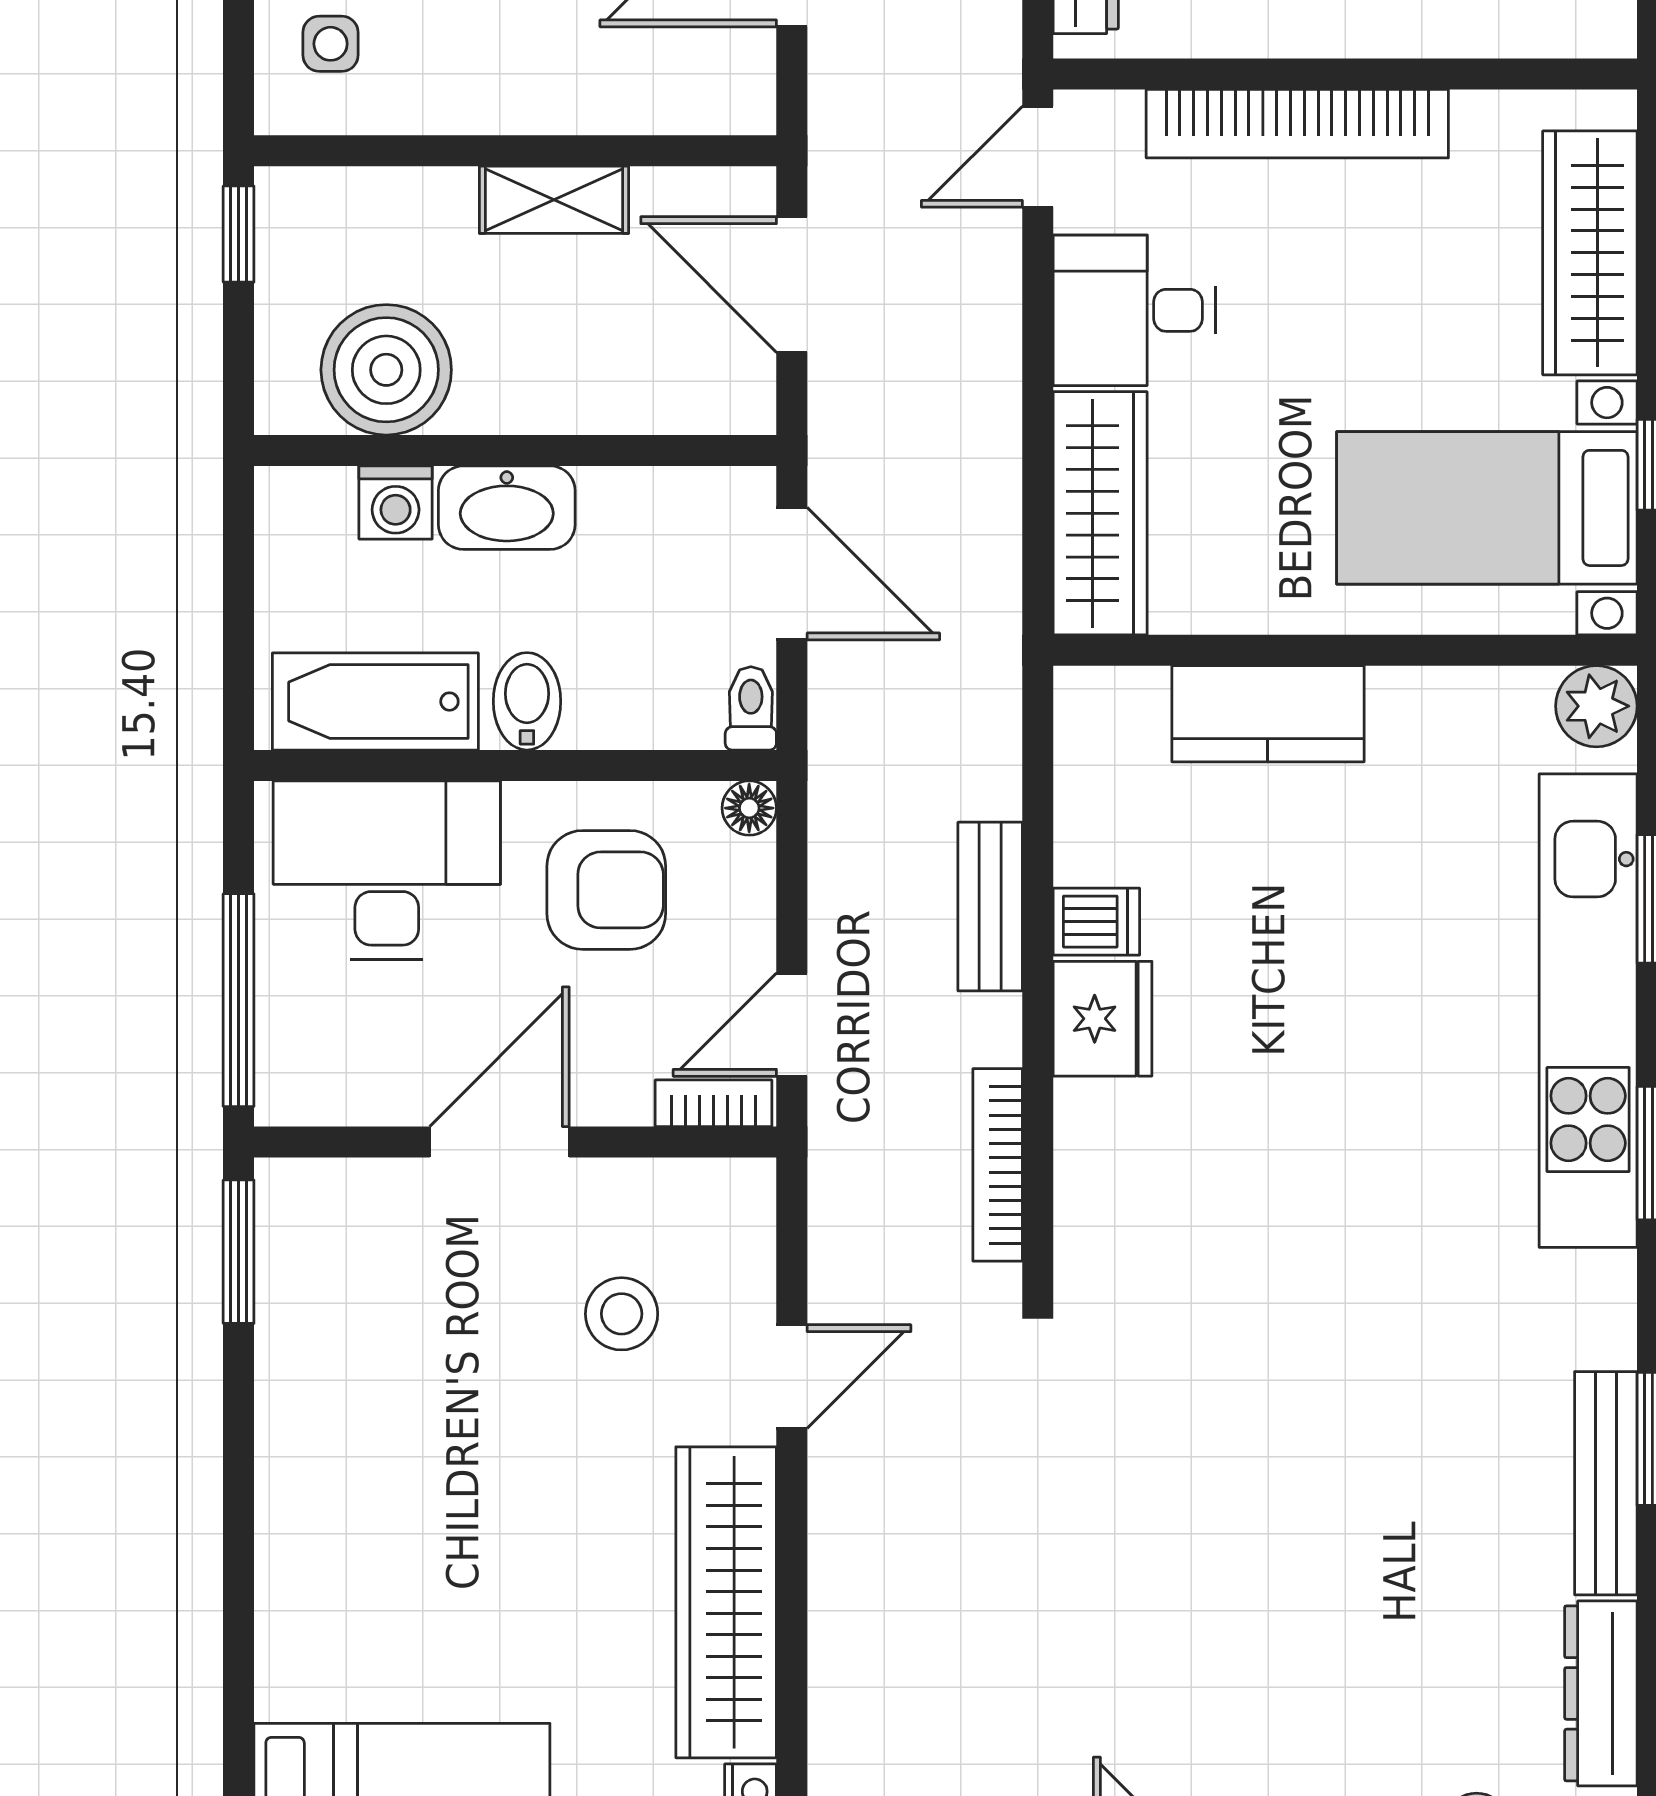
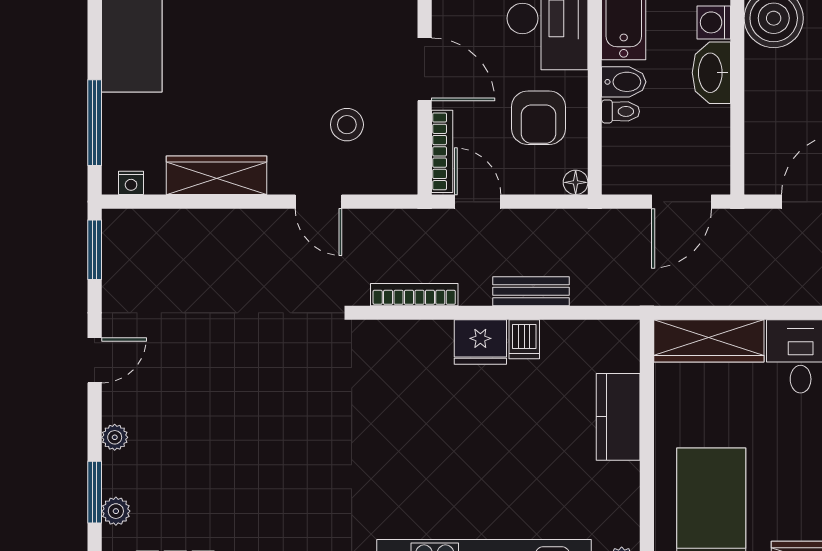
toilet: (751, 708) -> (621, 111), moved
bookcase: (713, 1103) -> (442, 151), width x1.56
wardrobe: (726, 1602) -> (216, 175), width x0.71, depth x0.85

